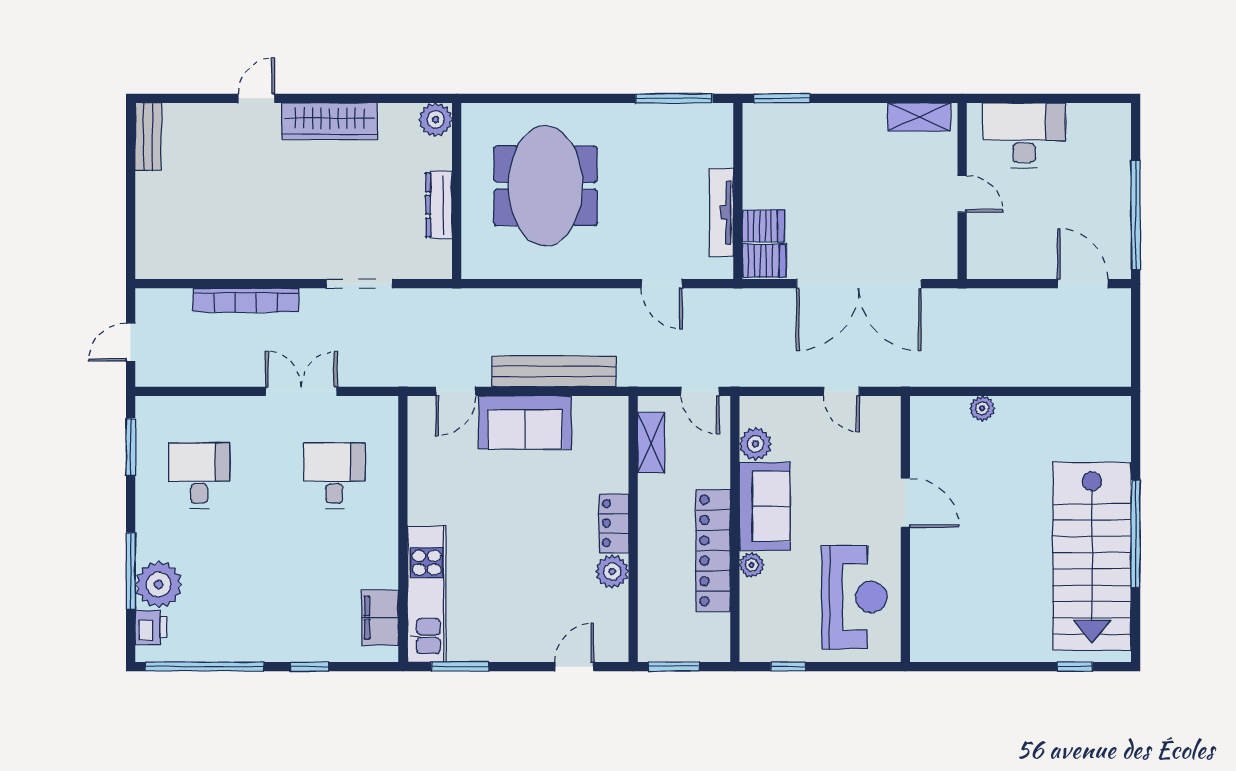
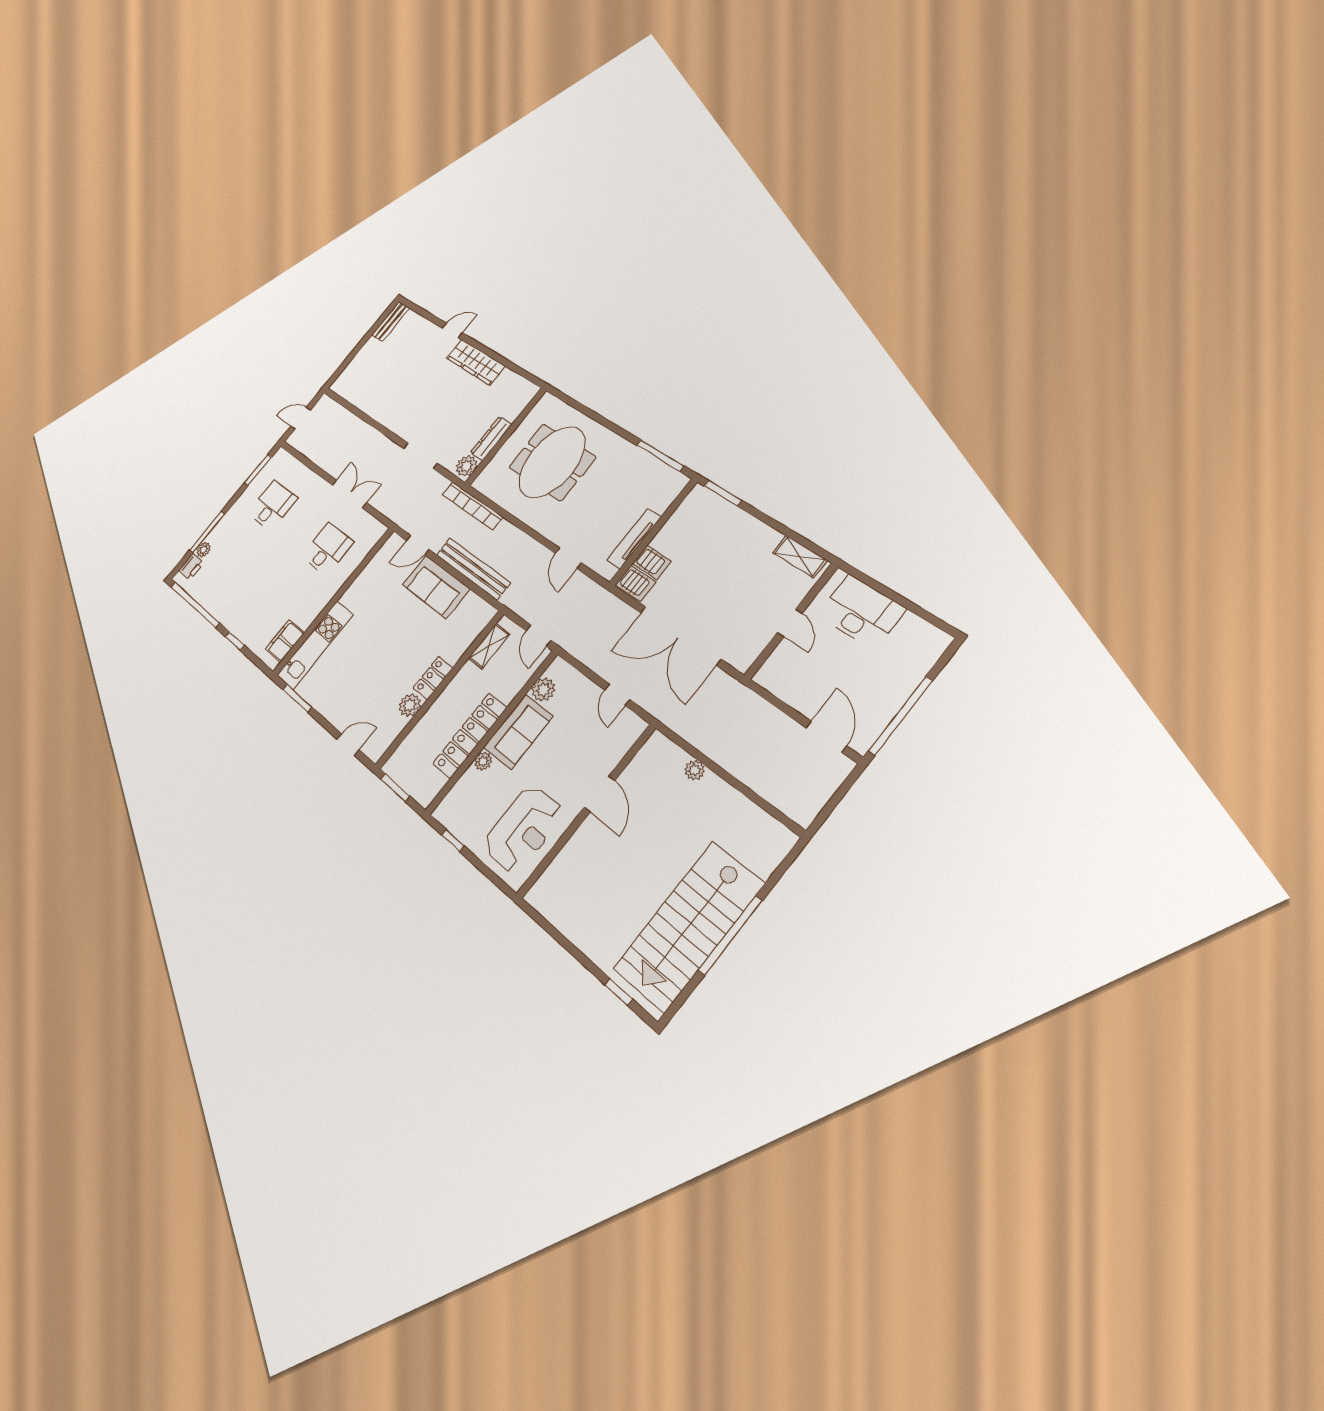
plant: (436, 120) -> (466, 466), moved
bookcase: (246, 300) -> (472, 506), moved
plant: (159, 584) -> (203, 550), width x0.53, depth x0.53

